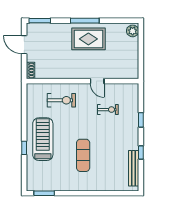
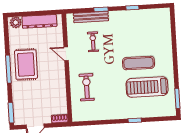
dresser: (132, 56) -> (39, 21), added
door: (97, 81) -> (66, 54), swing flipped
treadmill: (43, 139) -> (147, 87), moved
bench: (134, 168) -> (91, 17), moved

